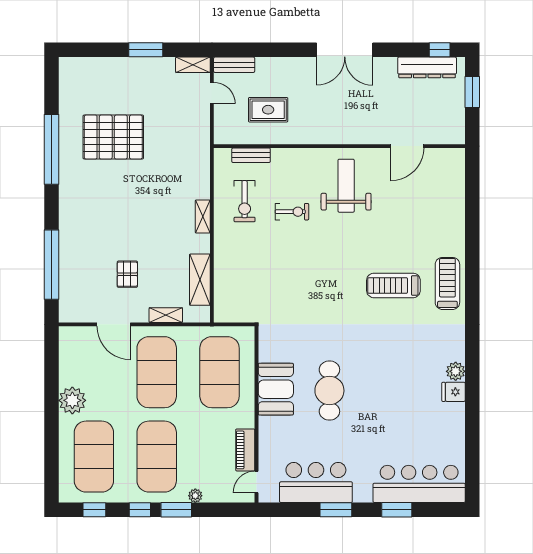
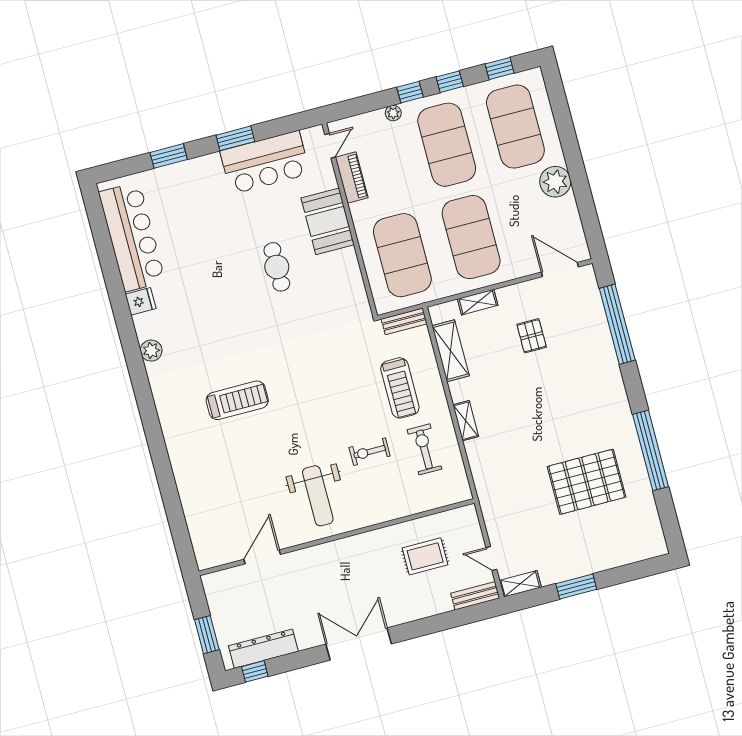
bench: (251, 155) -> (404, 321), moved
treadmill: (447, 283) -> (400, 388), moved
door: (114, 324) -> (560, 270), moved
plant: (456, 371) -> (151, 351), moved
booth: (276, 389) -> (328, 221), moved
cafe table: (329, 391) -> (277, 267), width x0.73, depth x0.74
bar counter: (419, 484) -> (132, 237), moved, turned -90
window: (176, 510) -> (410, 92), width x0.67

